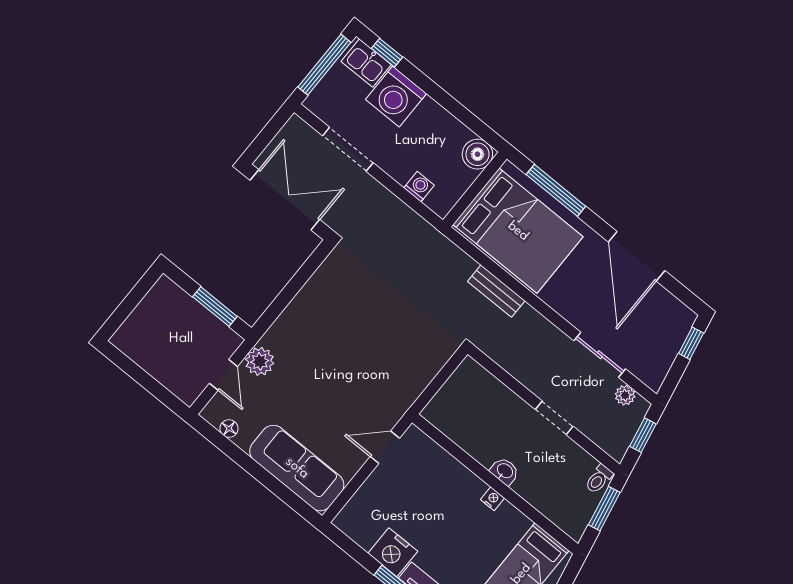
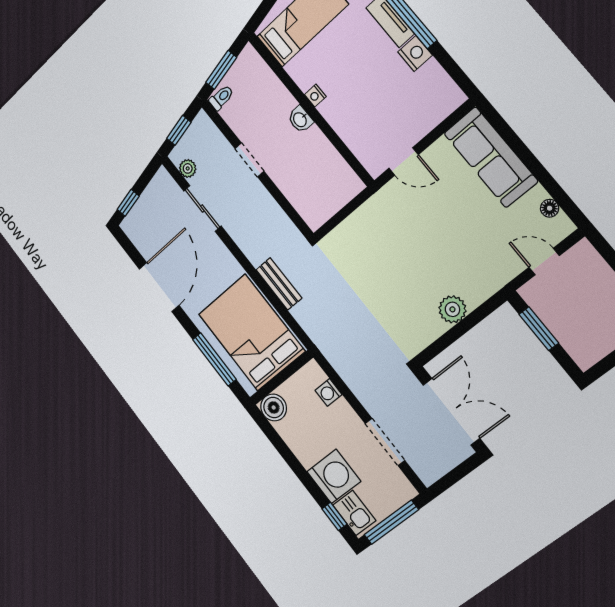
double door: (285, 200) -> (451, 412), swing flipped
plant: (260, 361) -> (452, 309), moved
door: (223, 375) -> (544, 262), hinge flipped
nightstand: (393, 552) -> (415, 54), width x0.74, depth x0.75

